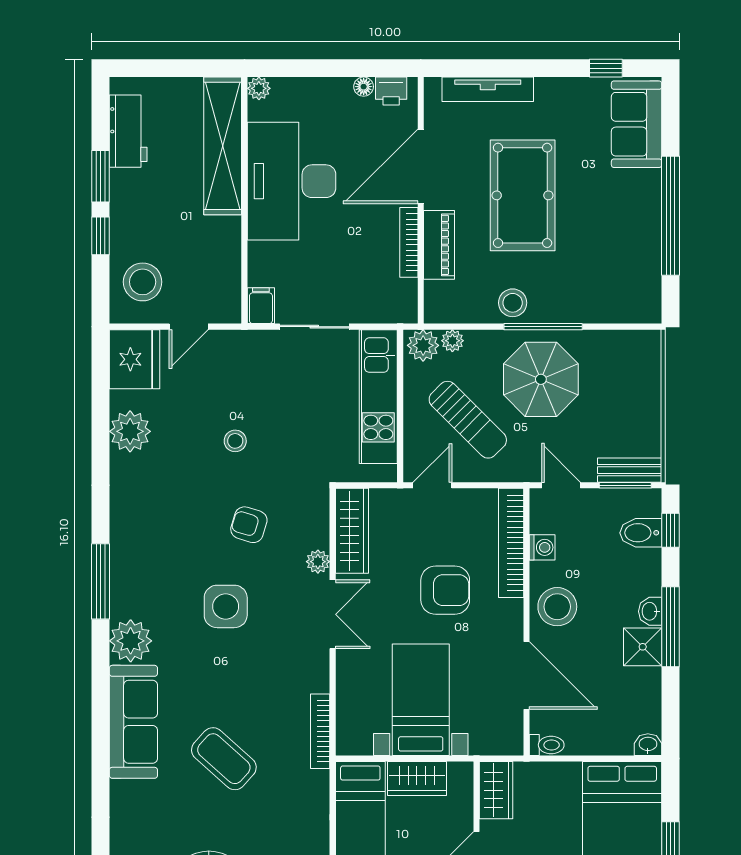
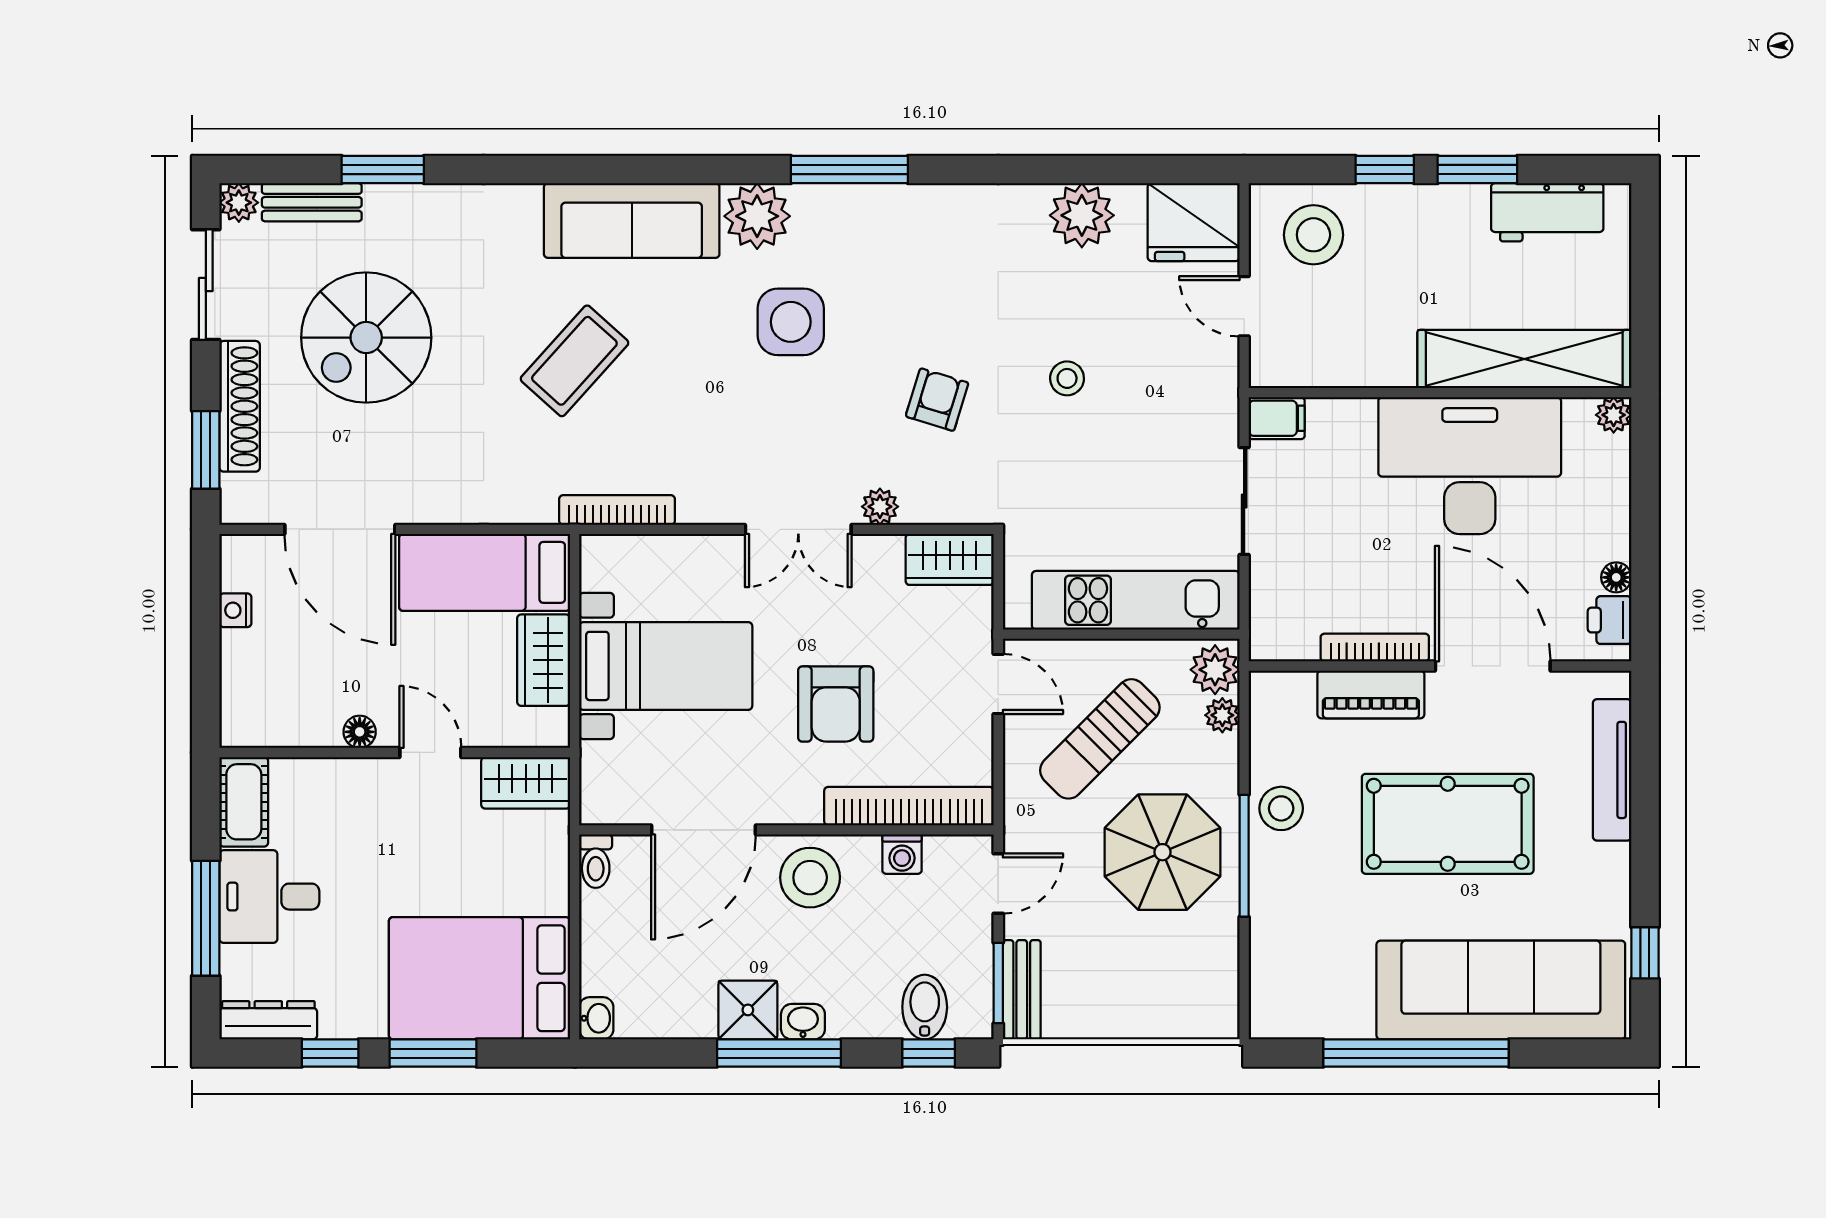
sofa: (637, 124) -> (1501, 990), width x1.85, depth x1.27
wardrobe: (352, 531) -> (950, 559), width x0.67
side table: (226, 606) -> (791, 322), moved

